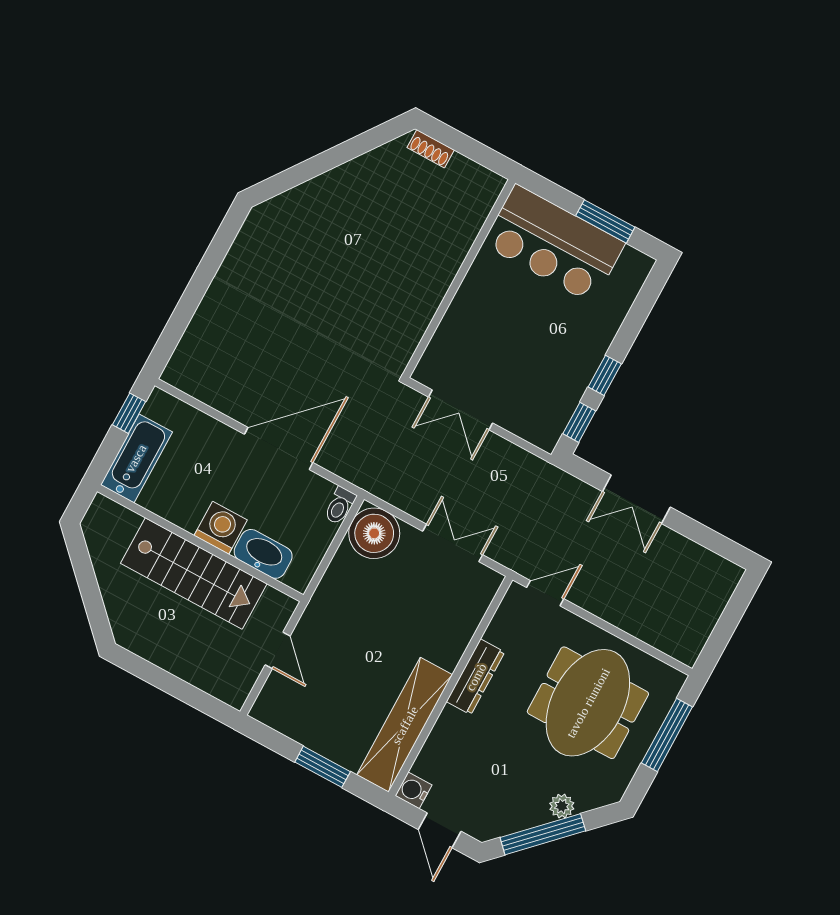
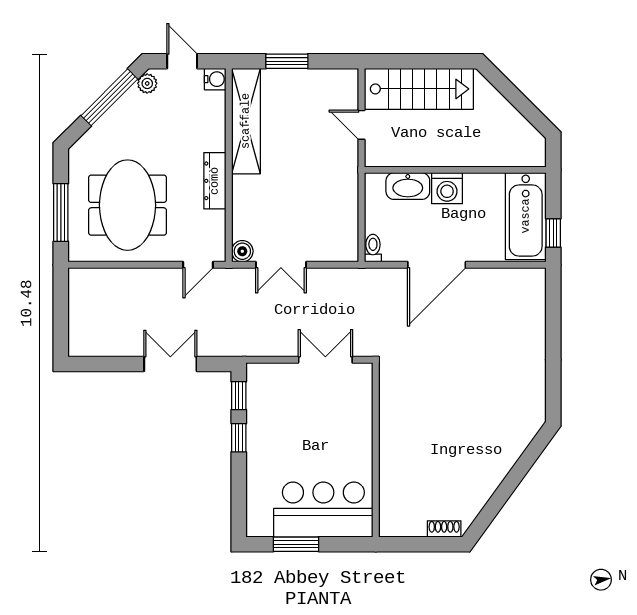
bathtub: (136, 458) -> (526, 216), width x1.36, depth x1.36
boiler: (374, 533) -> (242, 251), moved, width x0.54, depth x0.54
stairs: (194, 574) -> (419, 89), moved, turned 180
plant: (562, 806) -> (147, 83), moved

